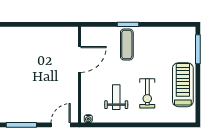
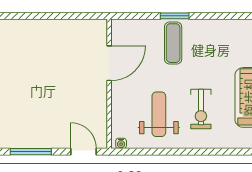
weight bench: (116, 97) -> (159, 114), width x1.36, depth x1.33
door: (61, 125) -> (84, 152), hinge flipped

